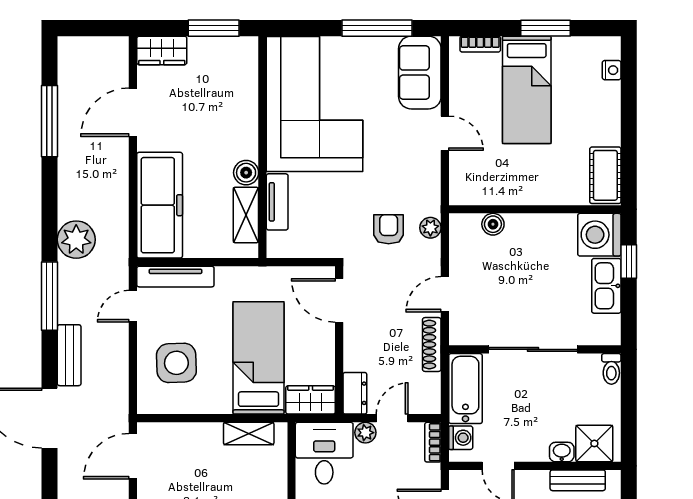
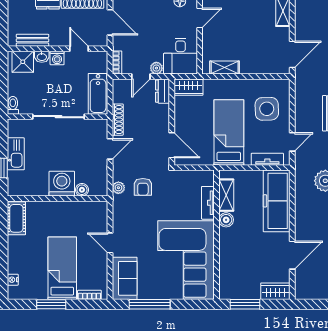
washing machine: (599, 235) -> (62, 184), moved, turned -90
tv unit: (175, 277) -> (267, 159), width x0.71
bed: (259, 358) -> (229, 132), moved, turned 180
washing machine: (461, 438) -> (57, 58), moved, turned -90

